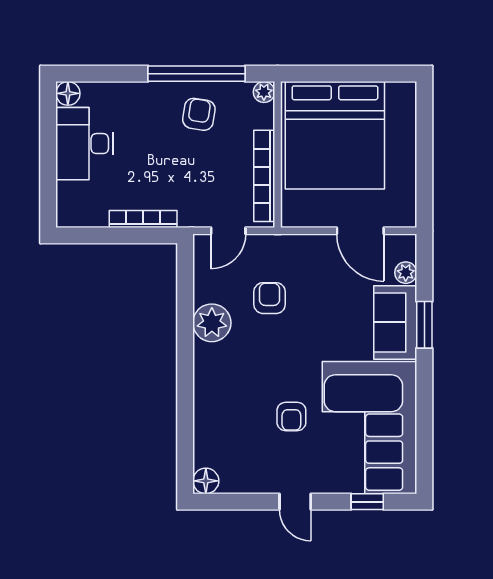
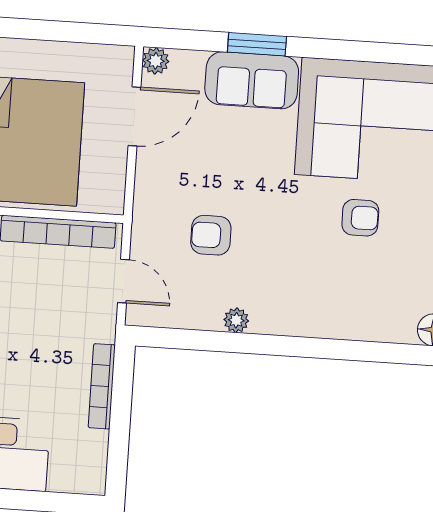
plant: (406, 273) -> (156, 61), moved
plant: (212, 323) -> (236, 320), width x0.53, depth x0.53

